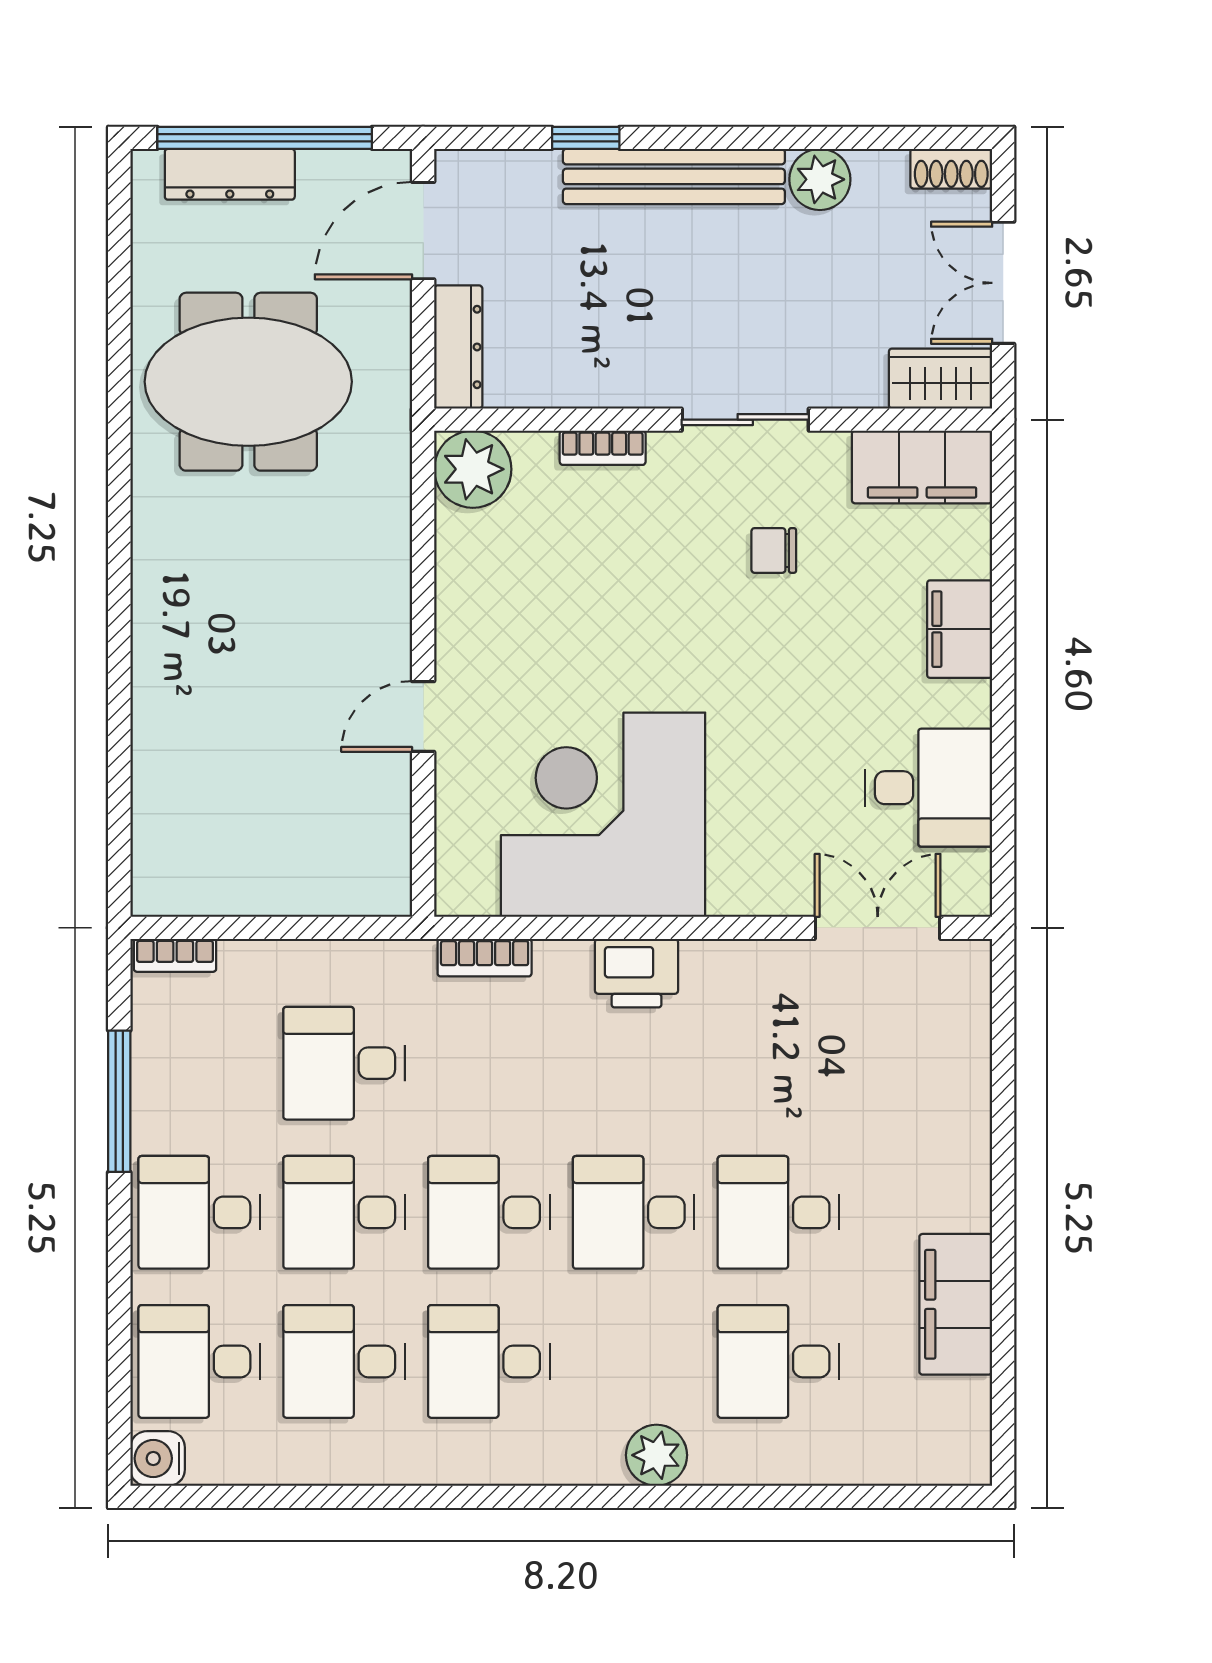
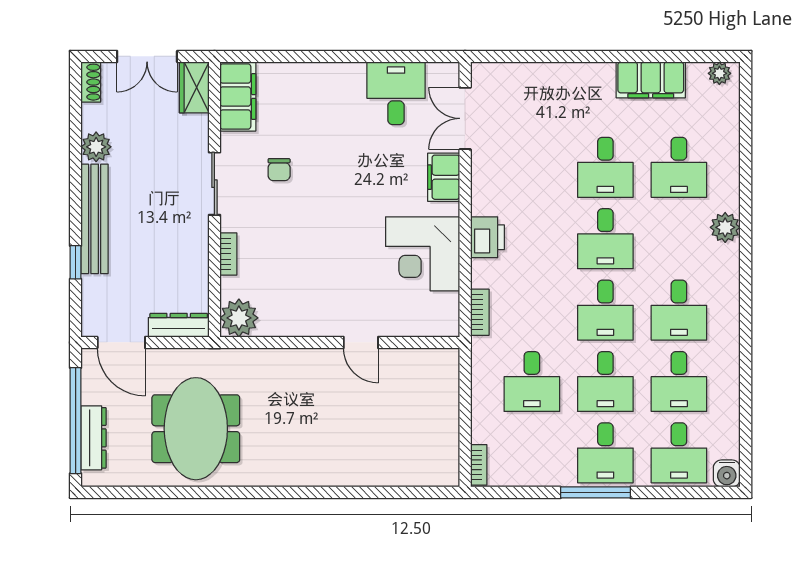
filing cabinet: (960, 629) -> (444, 177), moved, turned 90
corner desk: (603, 815) -> (423, 254), width x0.74, depth x0.74
window: (119, 1101) -> (596, 492), moved
plant: (969, 1444) -> (719, 73), added

